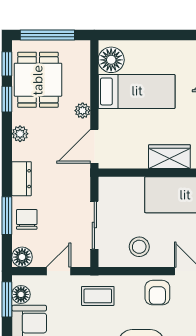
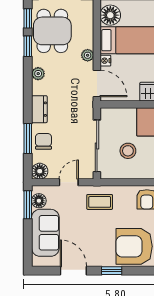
nightstand: (105, 117) -> (105, 61), added
door: (94, 146) -> (97, 83), swing flipped
sliding door: (94, 225) -> (97, 146), width x1.37
stool: (139, 247) -> (128, 151), moved

